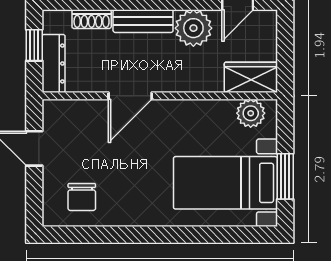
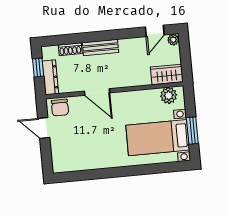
plant: (193, 28) -> (173, 40), moved, width x0.53, depth x0.53
door: (130, 96) -> (97, 92), hinge flipped
chair: (82, 197) -> (60, 108), moved

